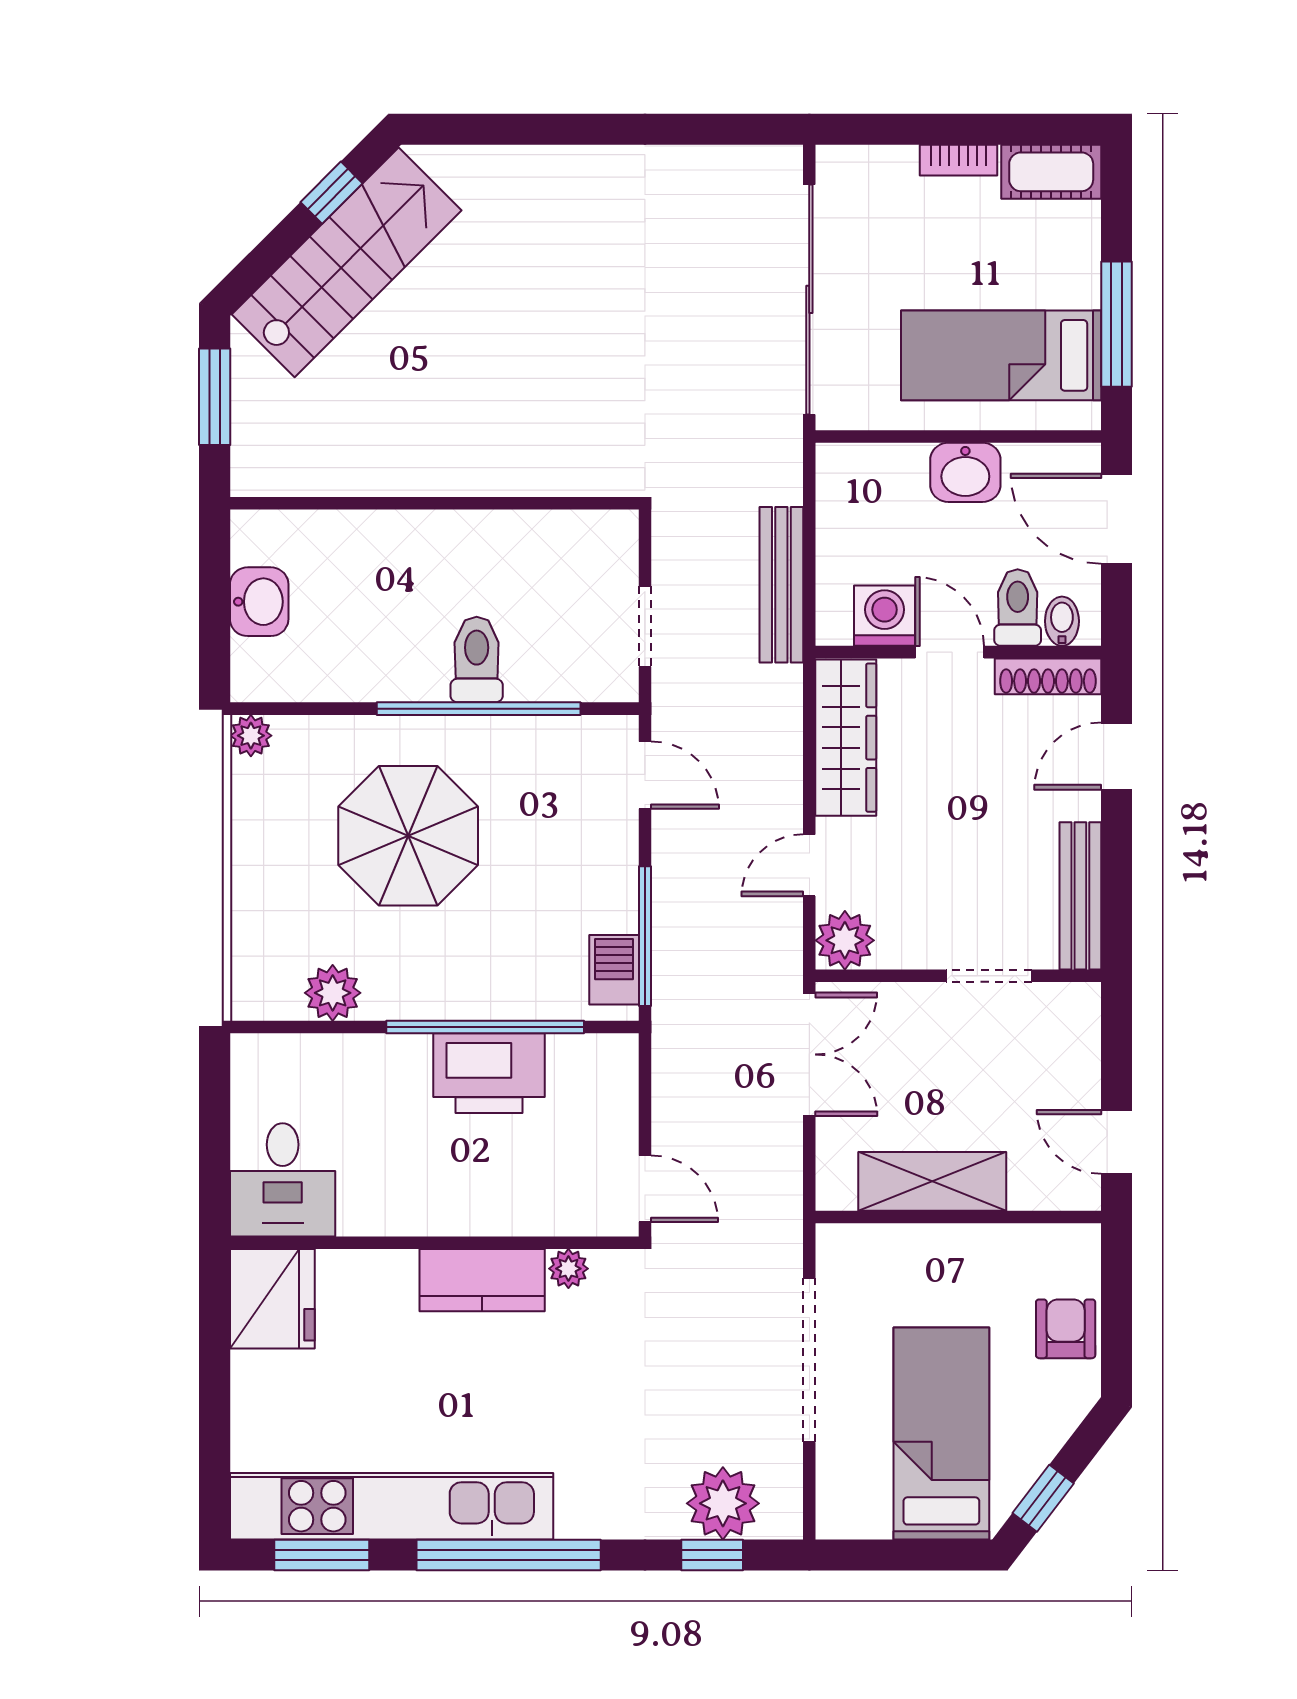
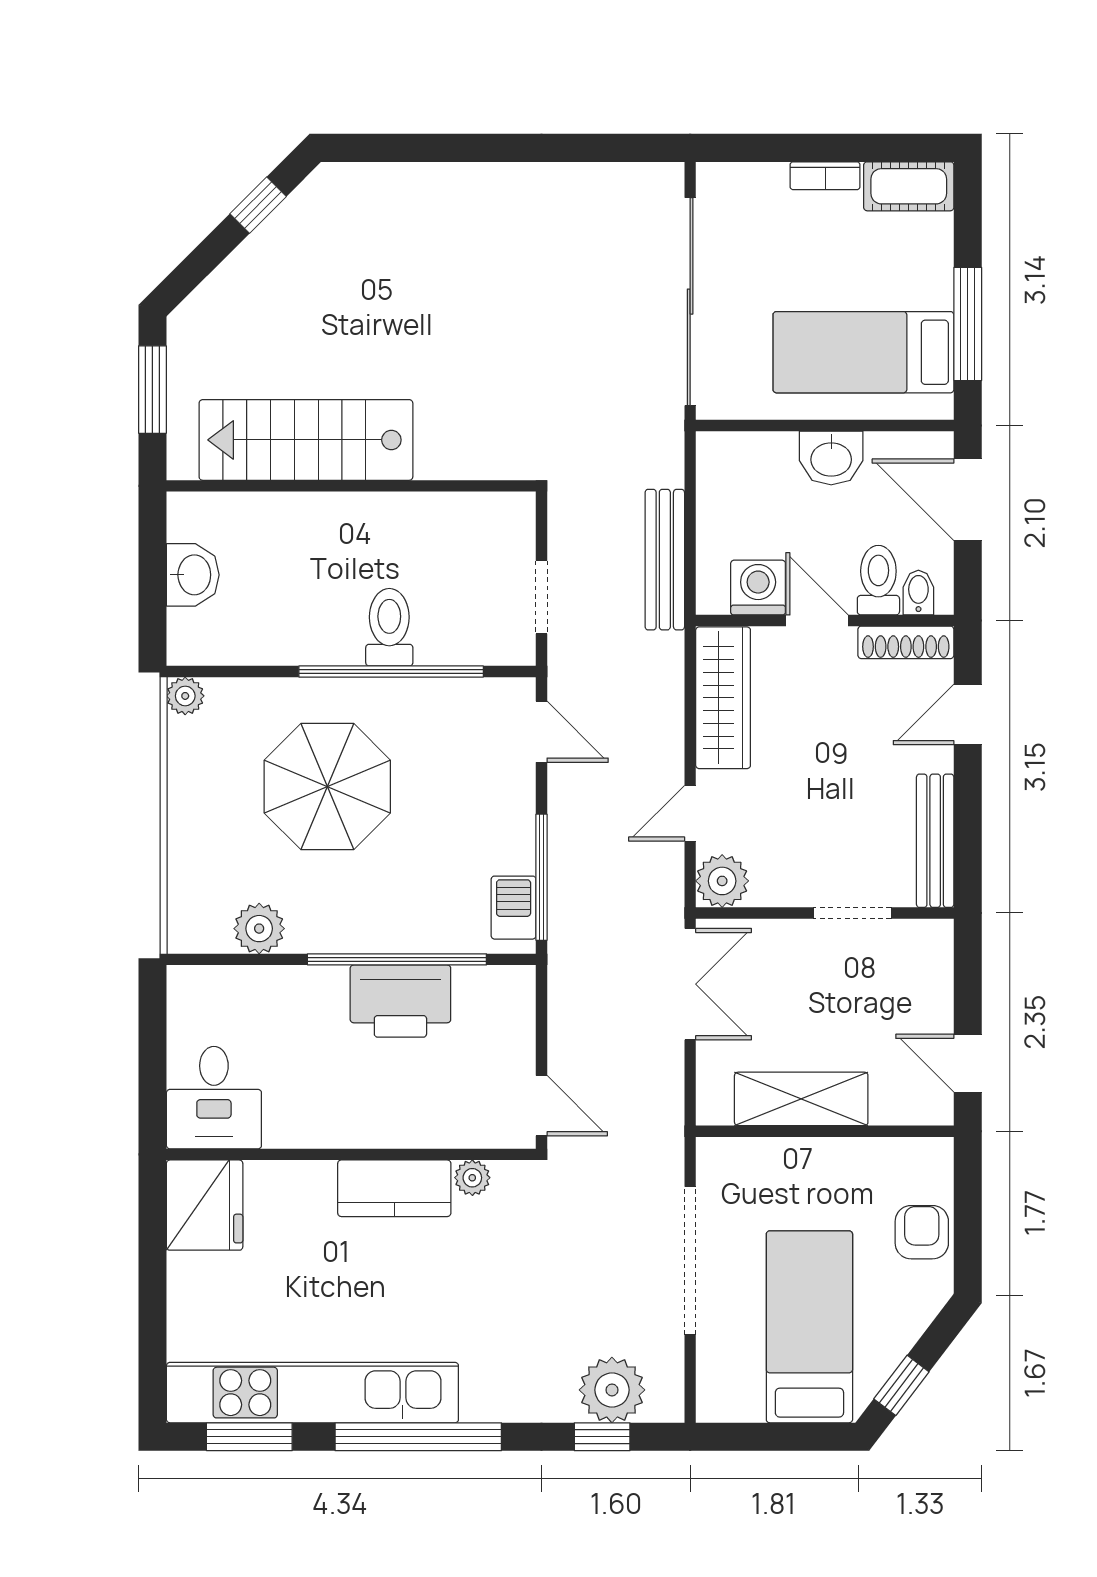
stairs: (347, 262) -> (306, 440), moved, turned -135

